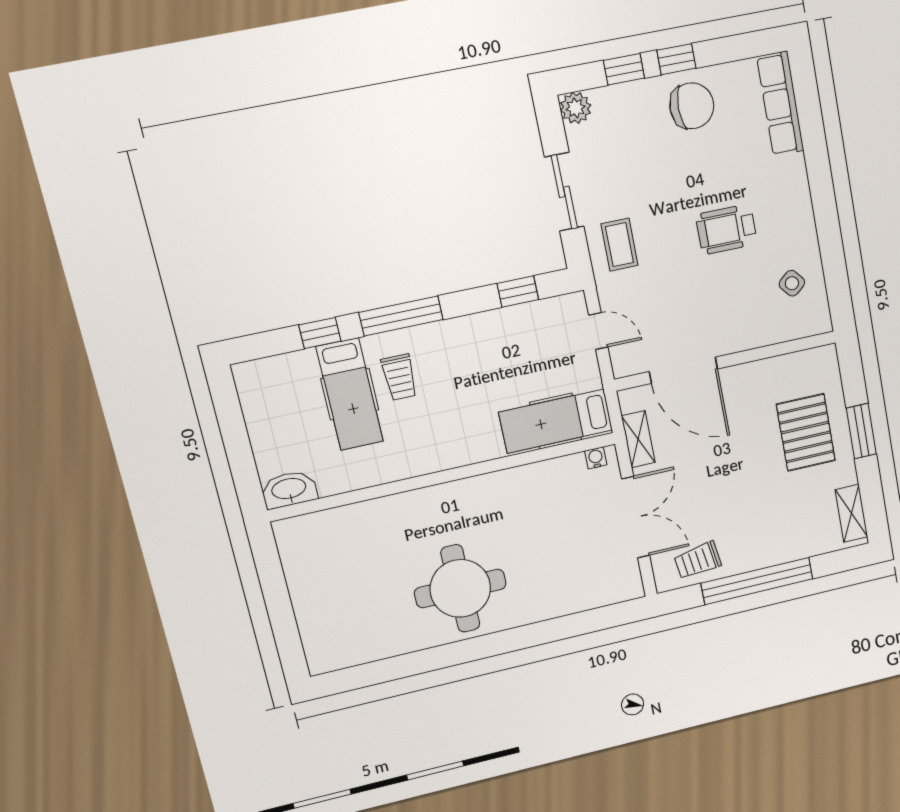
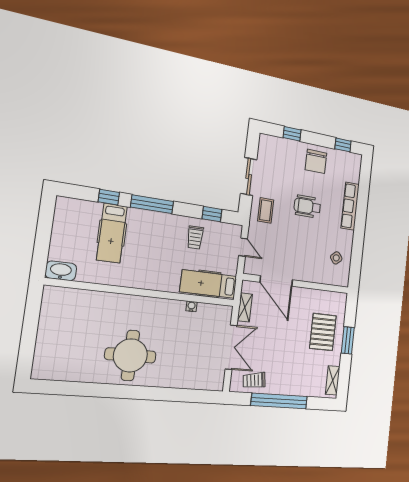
window: (676, 59) -> (343, 145), moved
row of seats: (780, 104) -> (350, 206), moved
chair: (692, 106) -> (316, 161), turned 90
plant: (576, 108) -> (266, 142), removed
wheelchair: (726, 229) -> (307, 206), moved
trolley: (399, 377) -> (195, 237), moved
water cooler: (596, 458) -> (191, 306), moved

